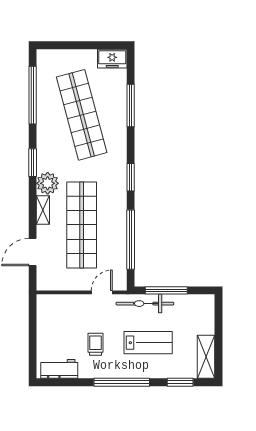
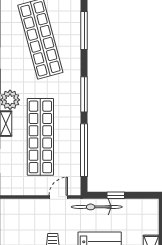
window: (131, 177) -> (84, 94), width x1.44
window: (166, 290) -> (116, 195), width x0.46

